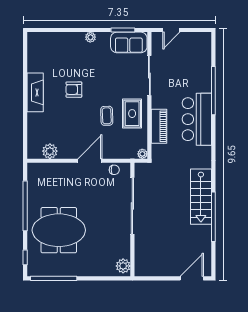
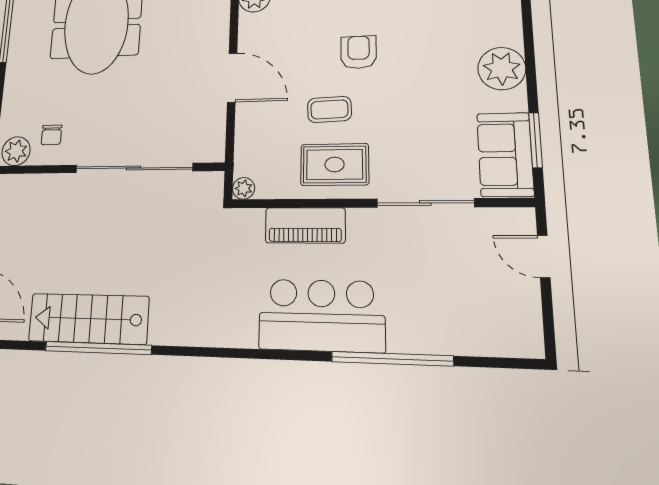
plant: (90, 37) -> (502, 69), width x1.88, depth x1.88
armchair: (74, 90) -> (359, 52), moved
chair: (114, 170) -> (51, 135), moved
stairs: (201, 197) -> (88, 319), moved

